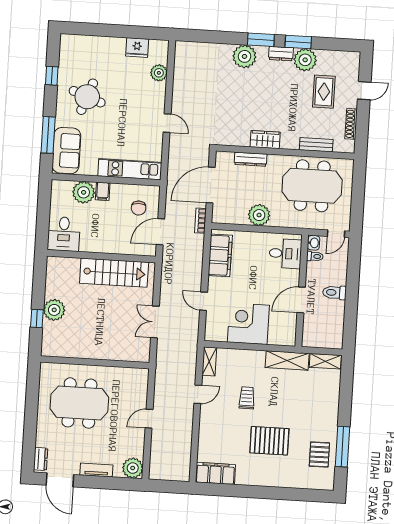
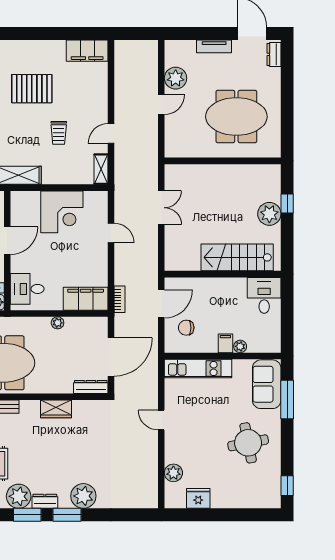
window: (52, 76) -> (287, 486), moved
round table: (87, 97) -> (248, 443), turned -31
dresser: (251, 159) -> (91, 387), moved
plant: (84, 192) -> (240, 346), width x0.53, depth x0.53
chair: (139, 208) -> (186, 328), turned -90
plant: (259, 215) -> (58, 323), width x0.53, depth x0.53
bookcase: (200, 221) -> (120, 299), moved
filing cabinet: (220, 255) -> (86, 299), moved, turned 90
stairs: (114, 273) -> (237, 257), moved
plant: (133, 468) -> (176, 78), moved

